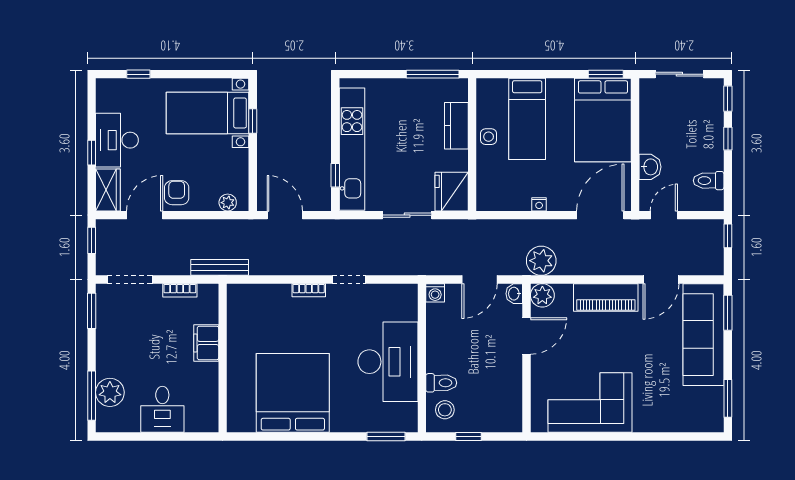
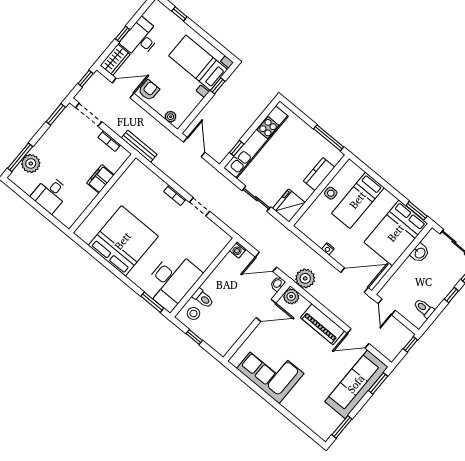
washbasin: (650, 167) -> (420, 253), moved
door: (664, 215) -> (387, 307), swing flipped
desk: (388, 362) -> (172, 281), moved

